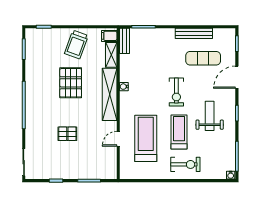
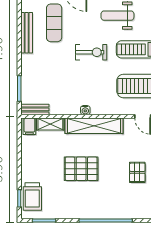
trolley: (76, 45) -> (32, 197), moved, turned 70

